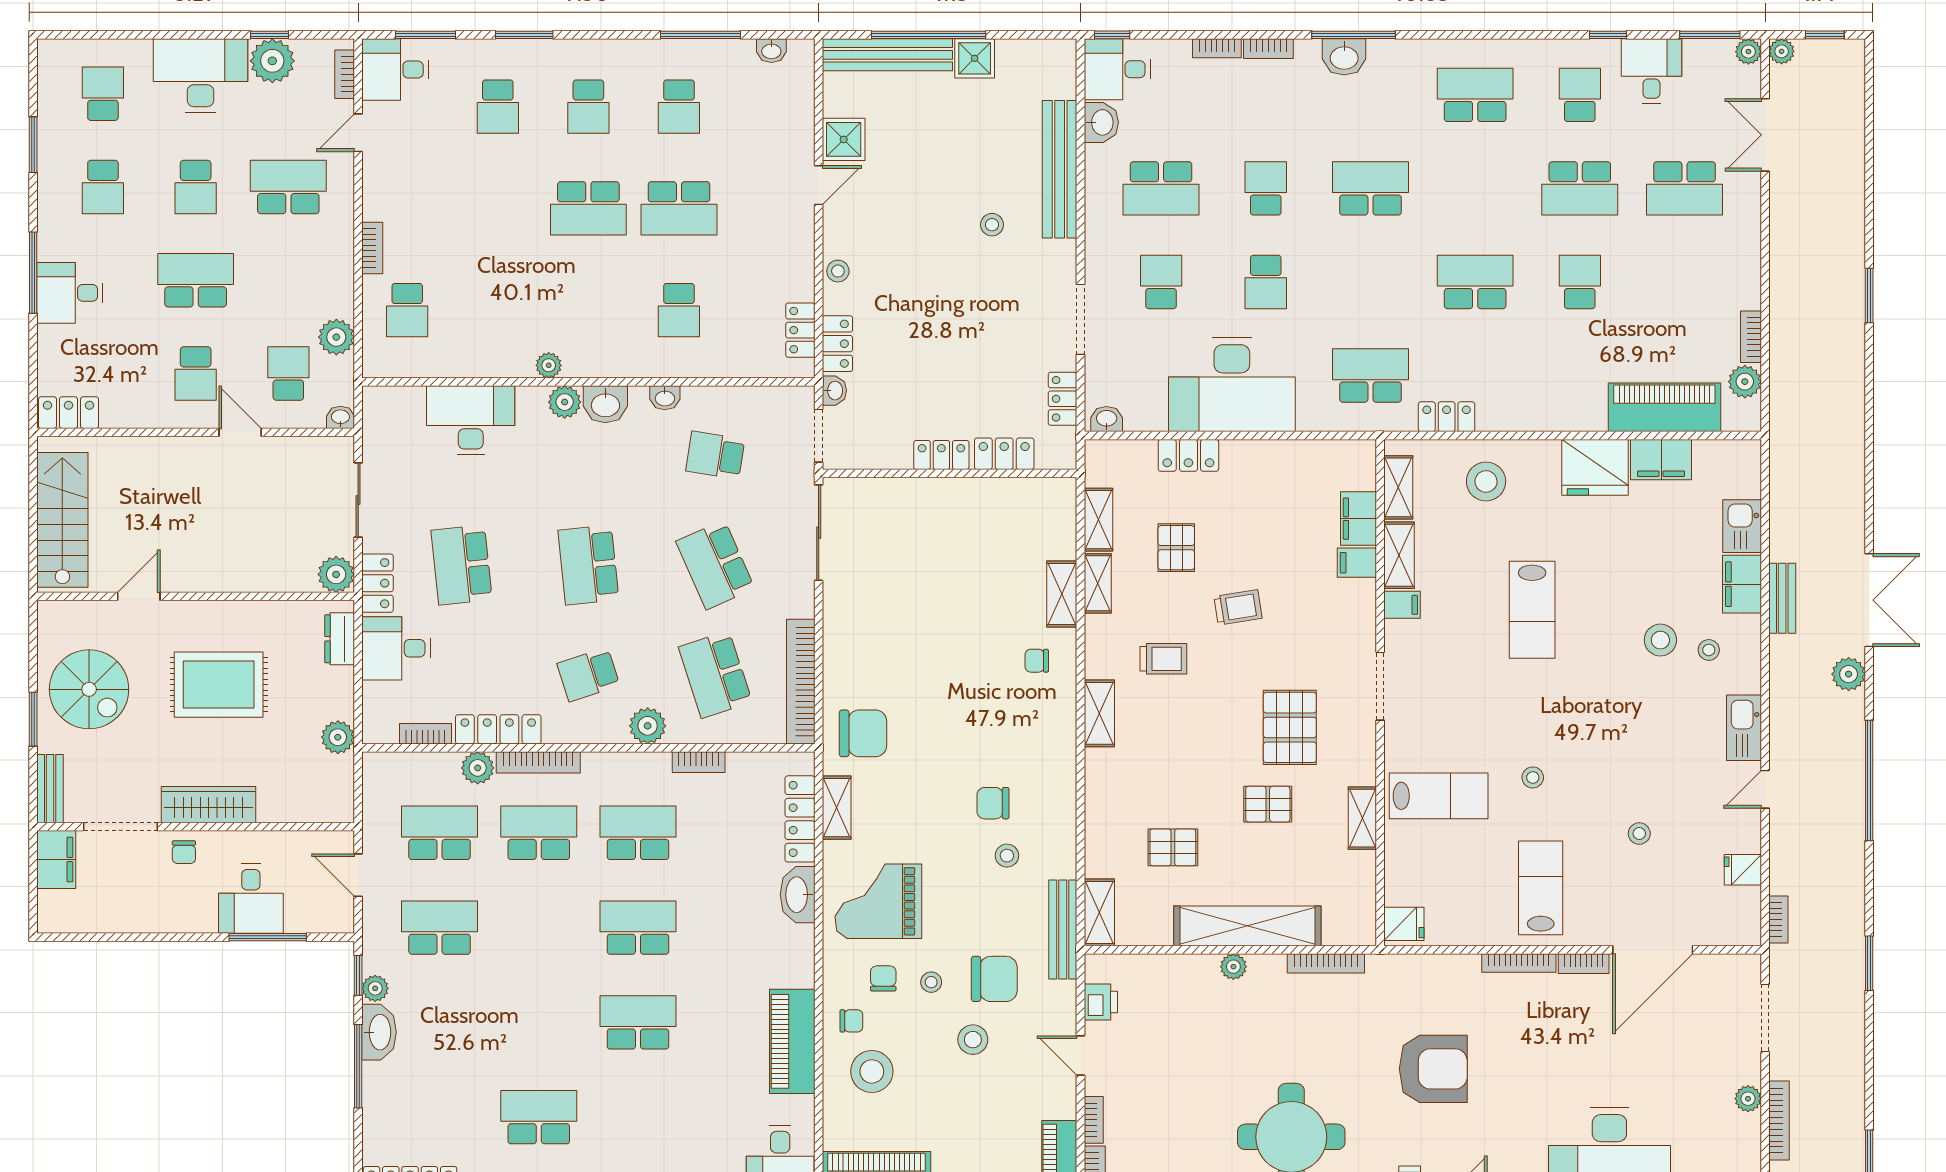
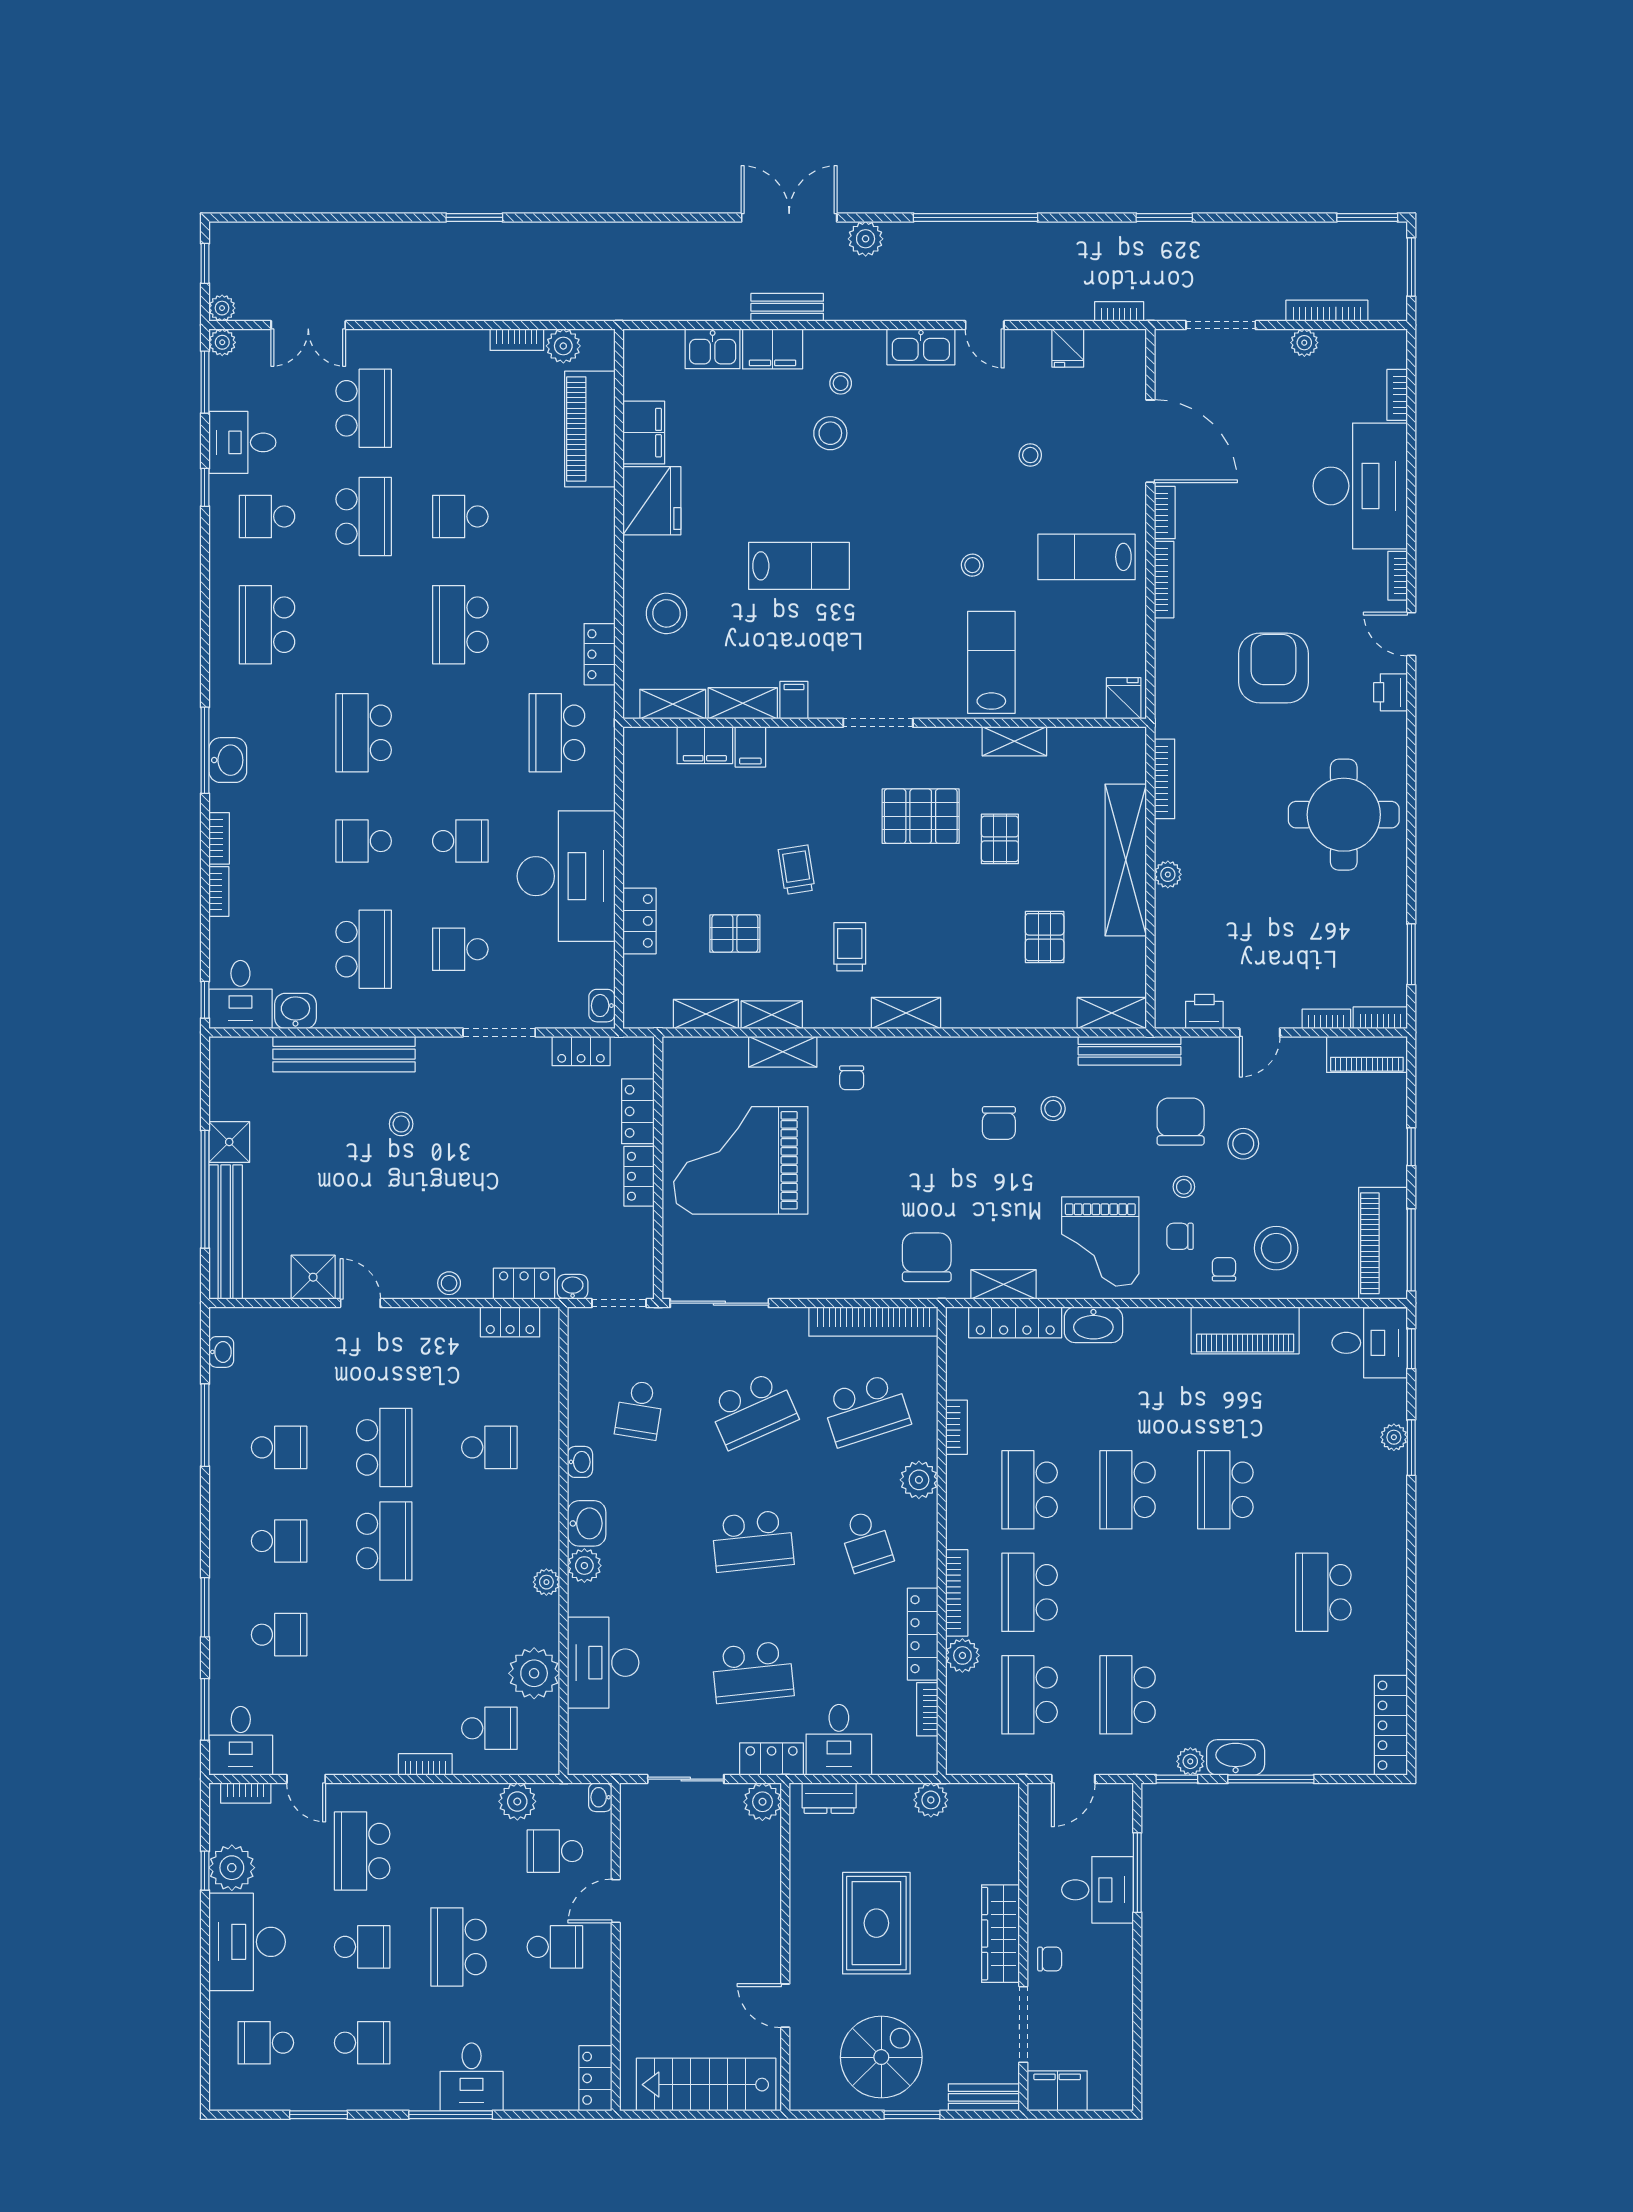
plant: (460, 353) -> (534, 1673), added
grand piano: (957, 553) -> (741, 1160), added

